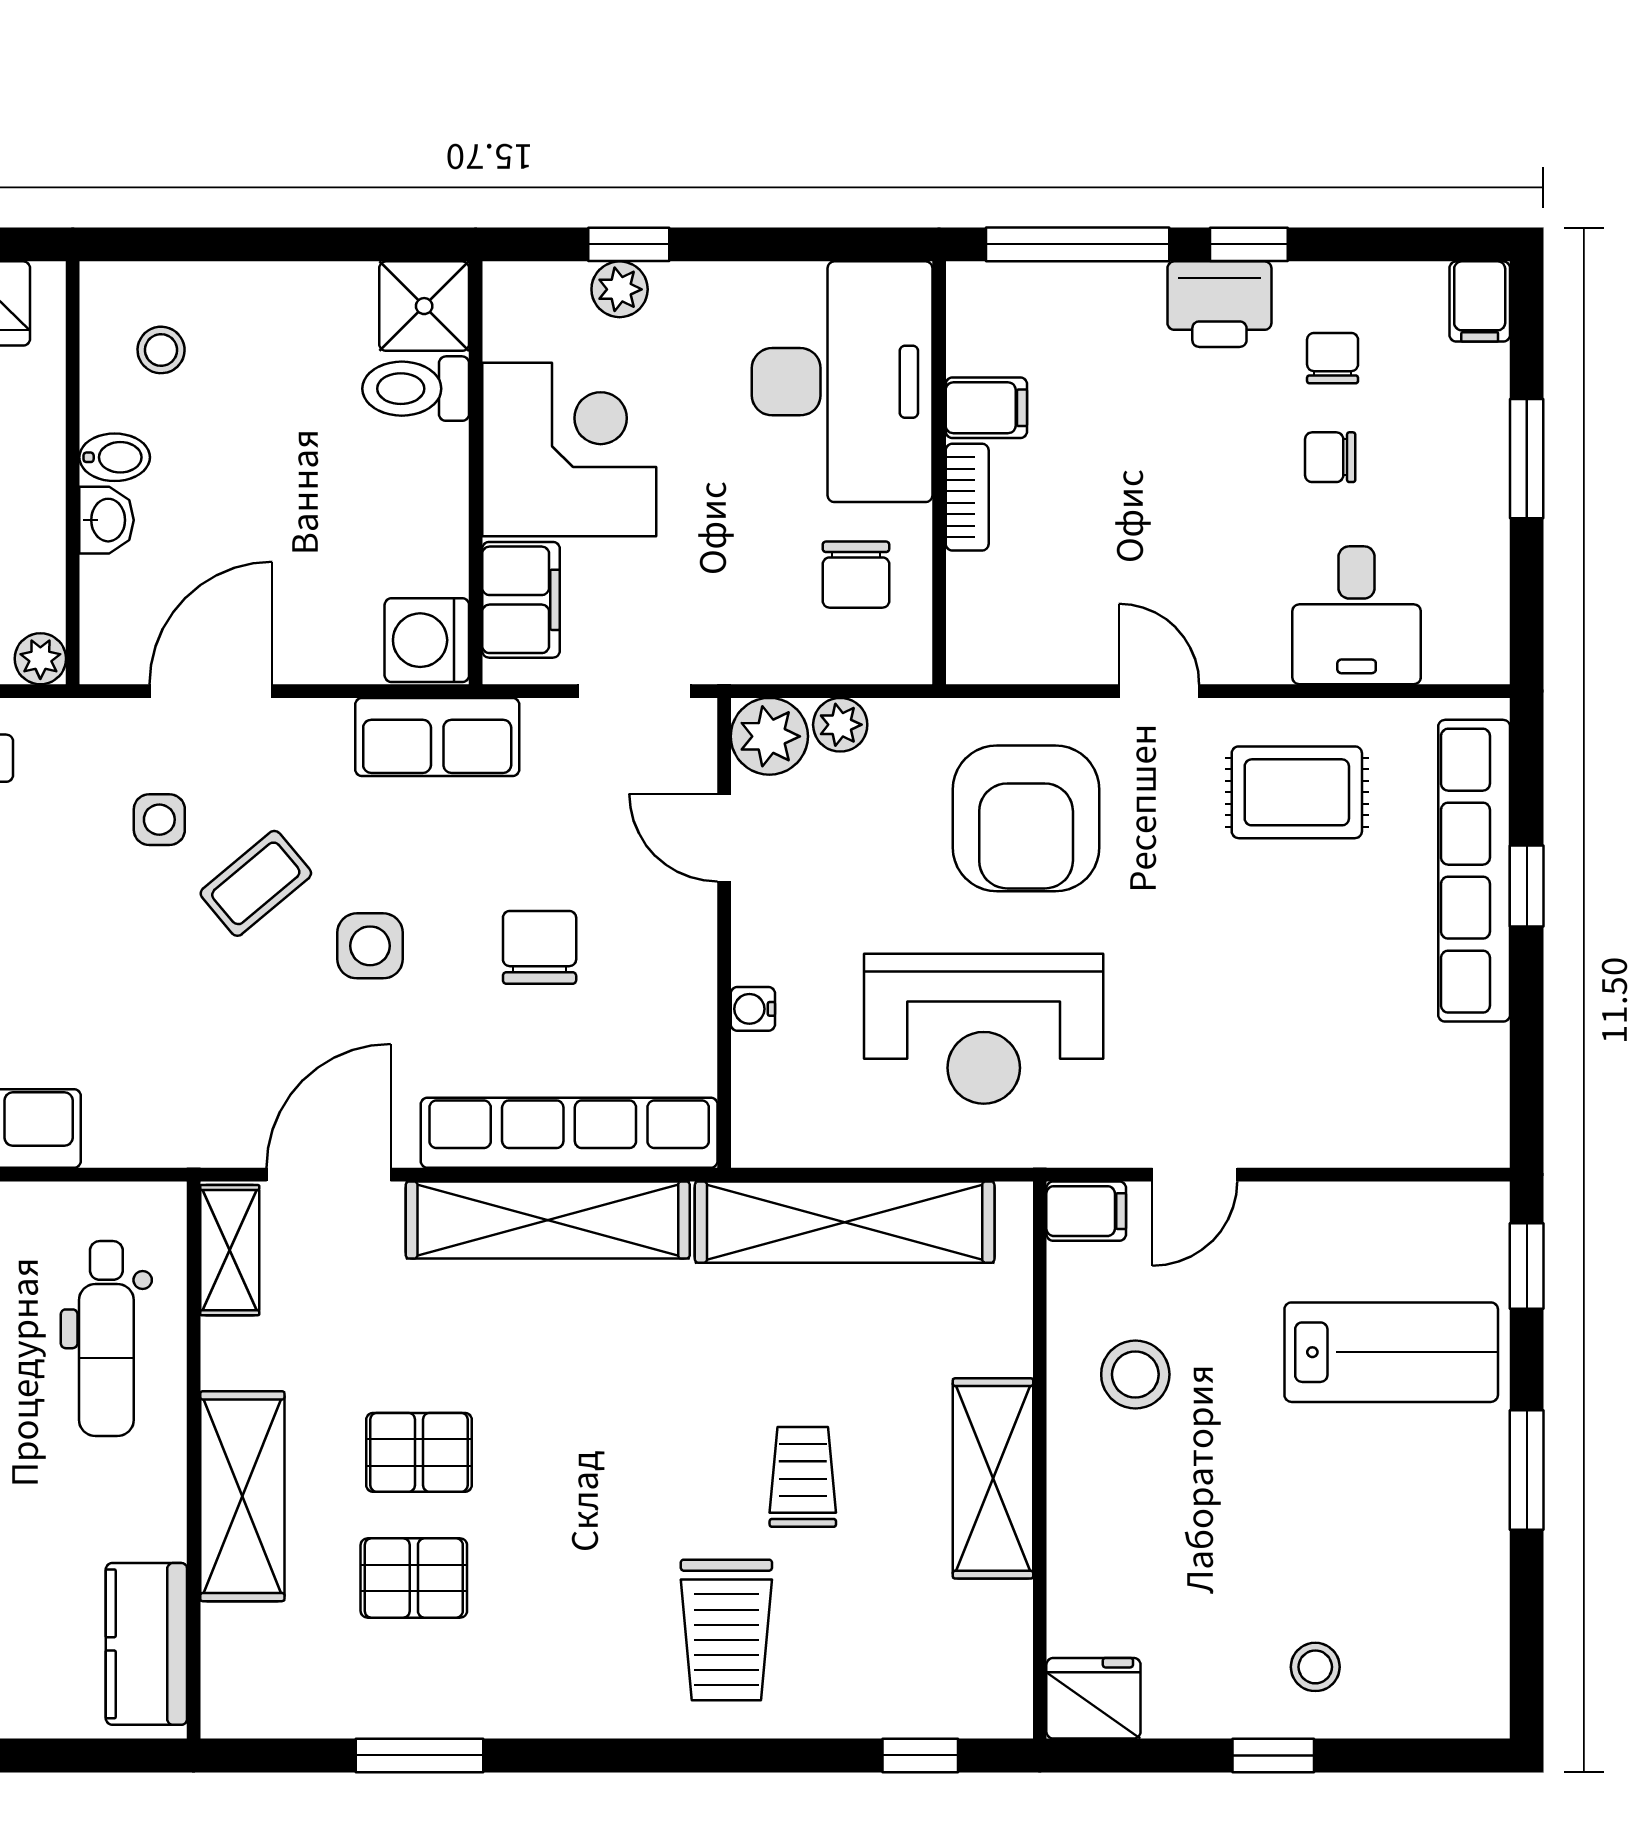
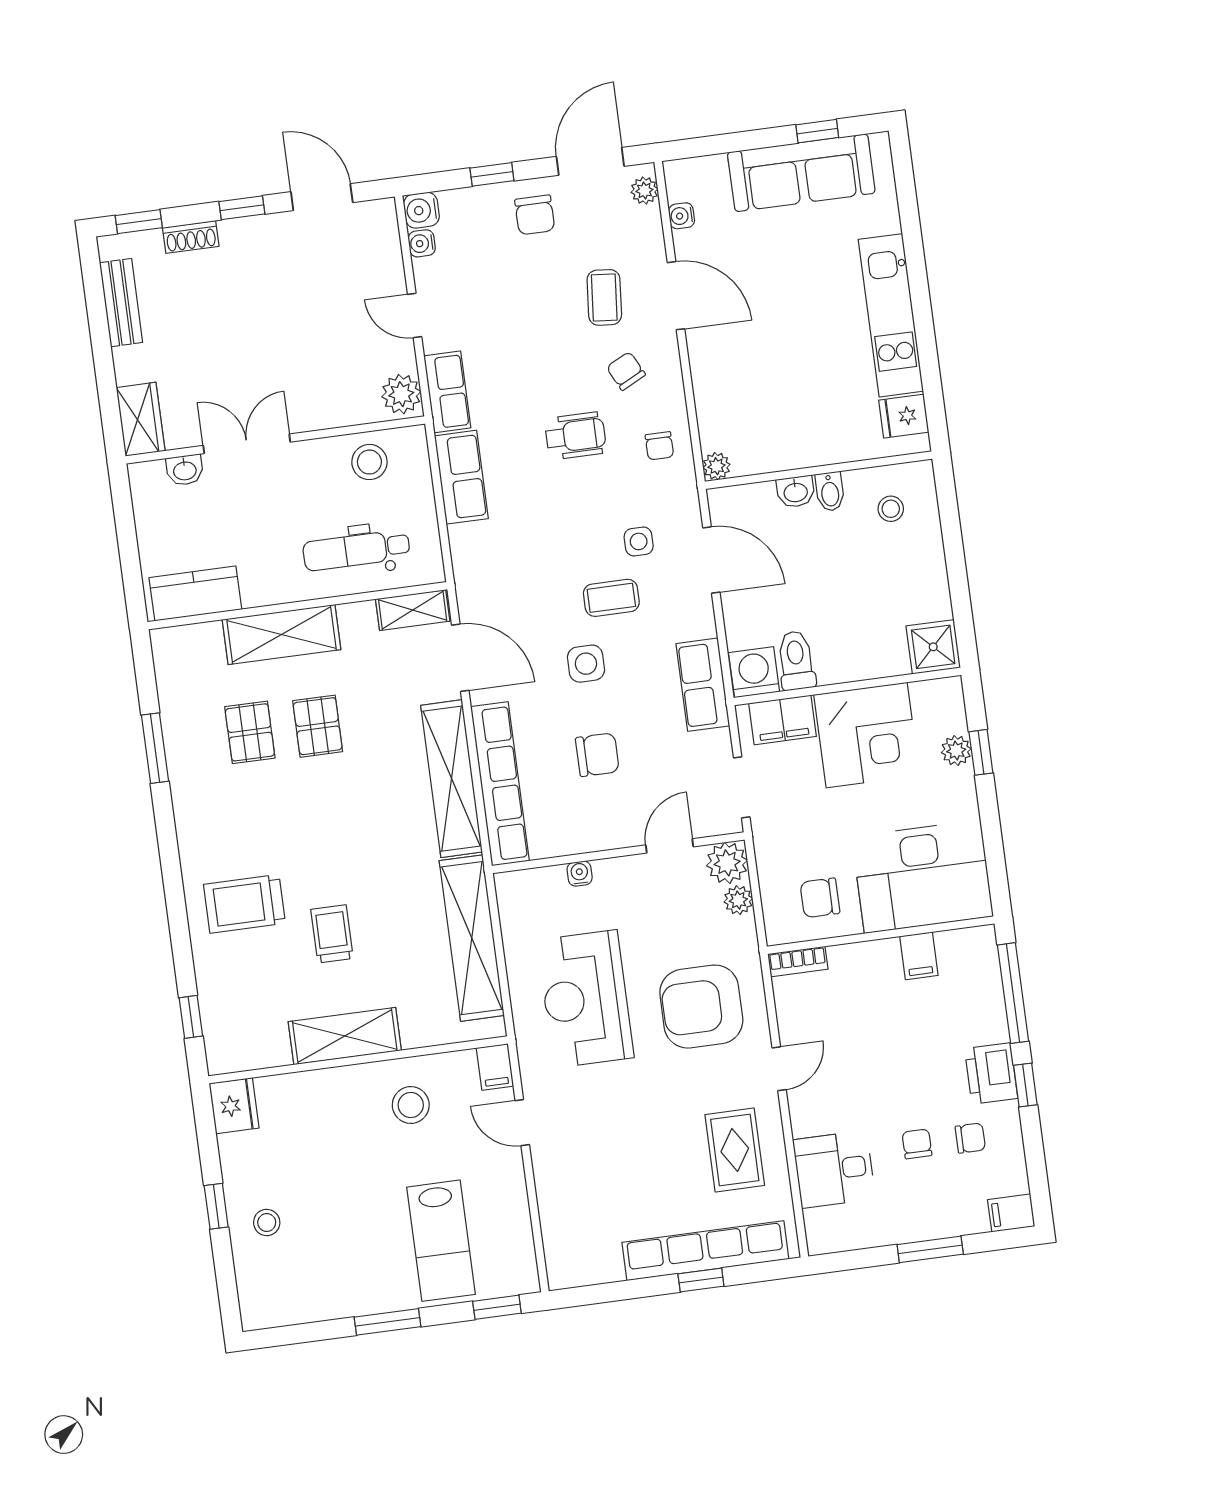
toilet: (416, 389) -> (796, 660), moved
bookcase: (967, 497) -> (798, 961), moved
coffee table: (256, 883) -> (611, 598), turned -50
trolley: (803, 1477) -> (332, 934), turned -90

